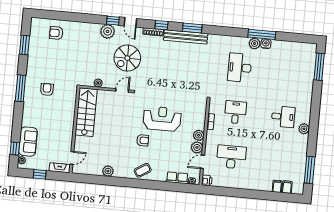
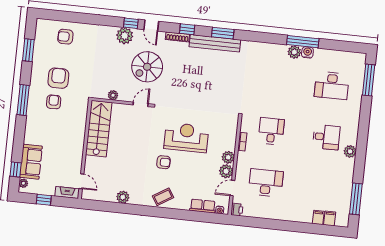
desk: (240, 68) -> (332, 86), moved, turned -90
armchair: (51, 69) -> (58, 78), added
door: (72, 158) -> (81, 181), hinge flipped

